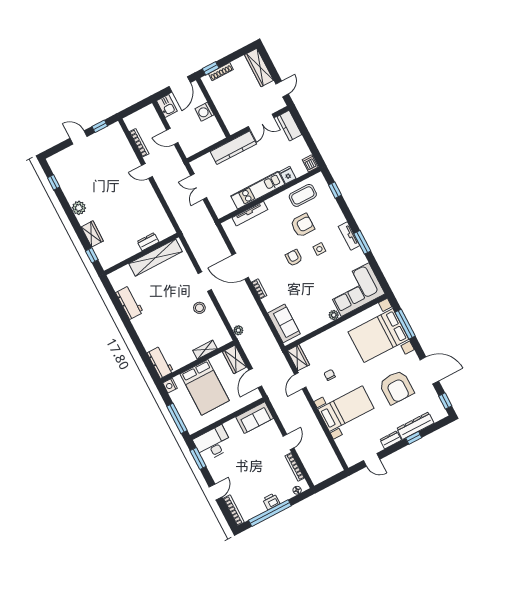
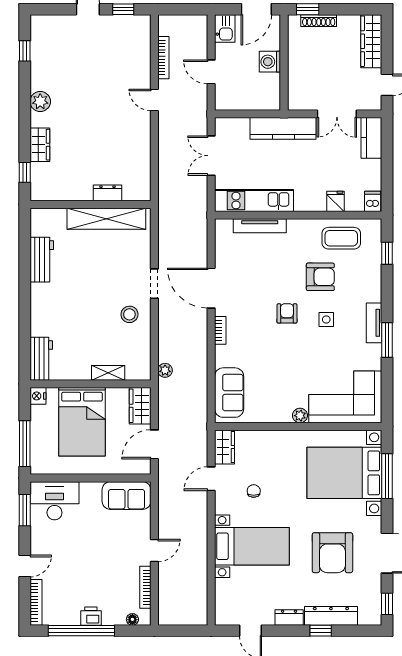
kitchen unit: (258, 190) -> (254, 201), moved

